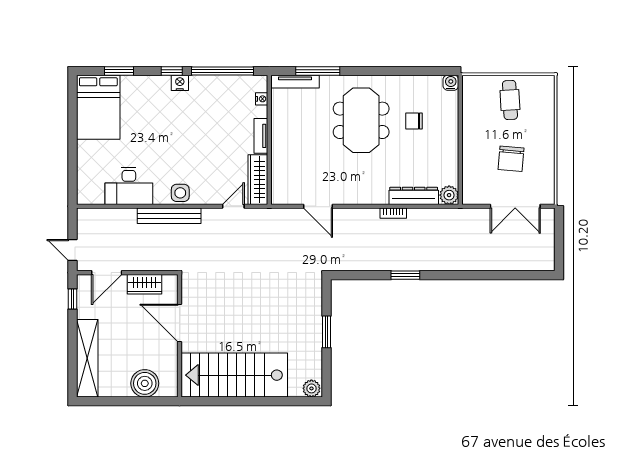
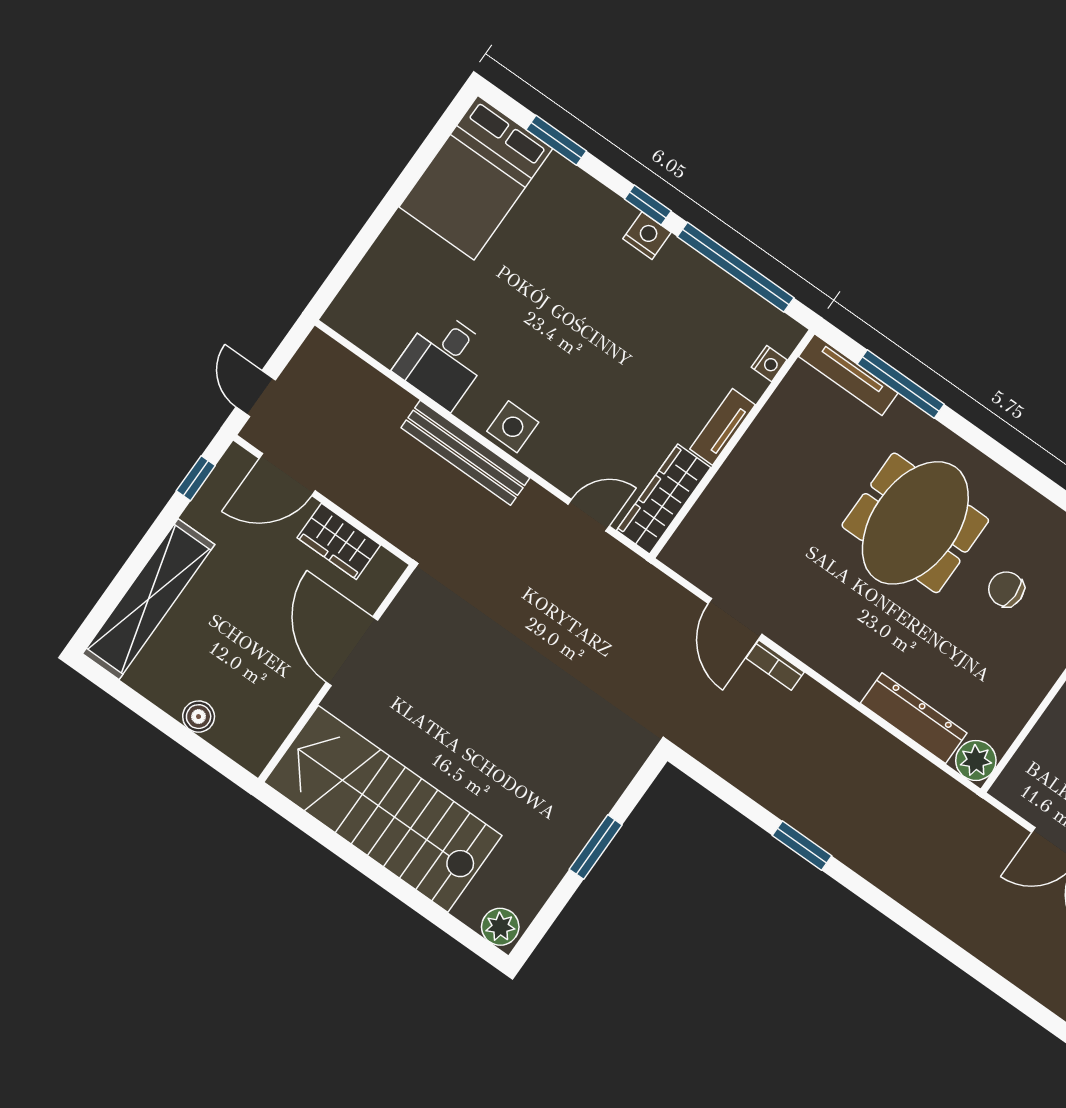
desk: (129, 186) -> (443, 360), width x0.73
bookcase: (393, 213) -> (775, 665), moved
boiler: (145, 383) -> (199, 717), width x0.54, depth x0.54

